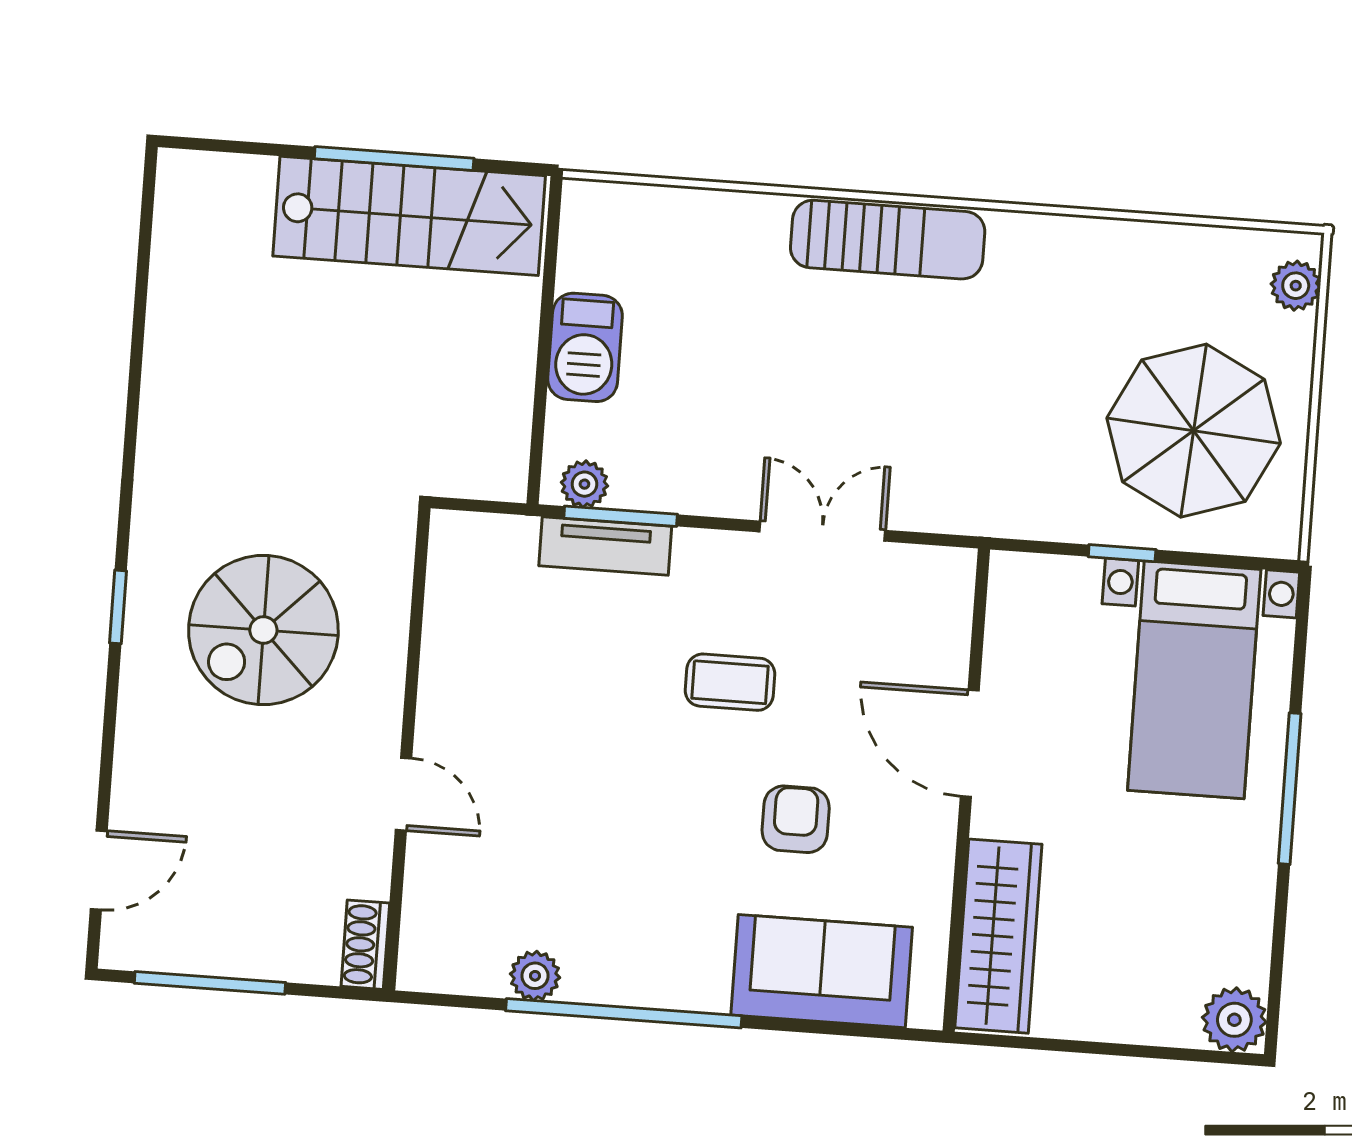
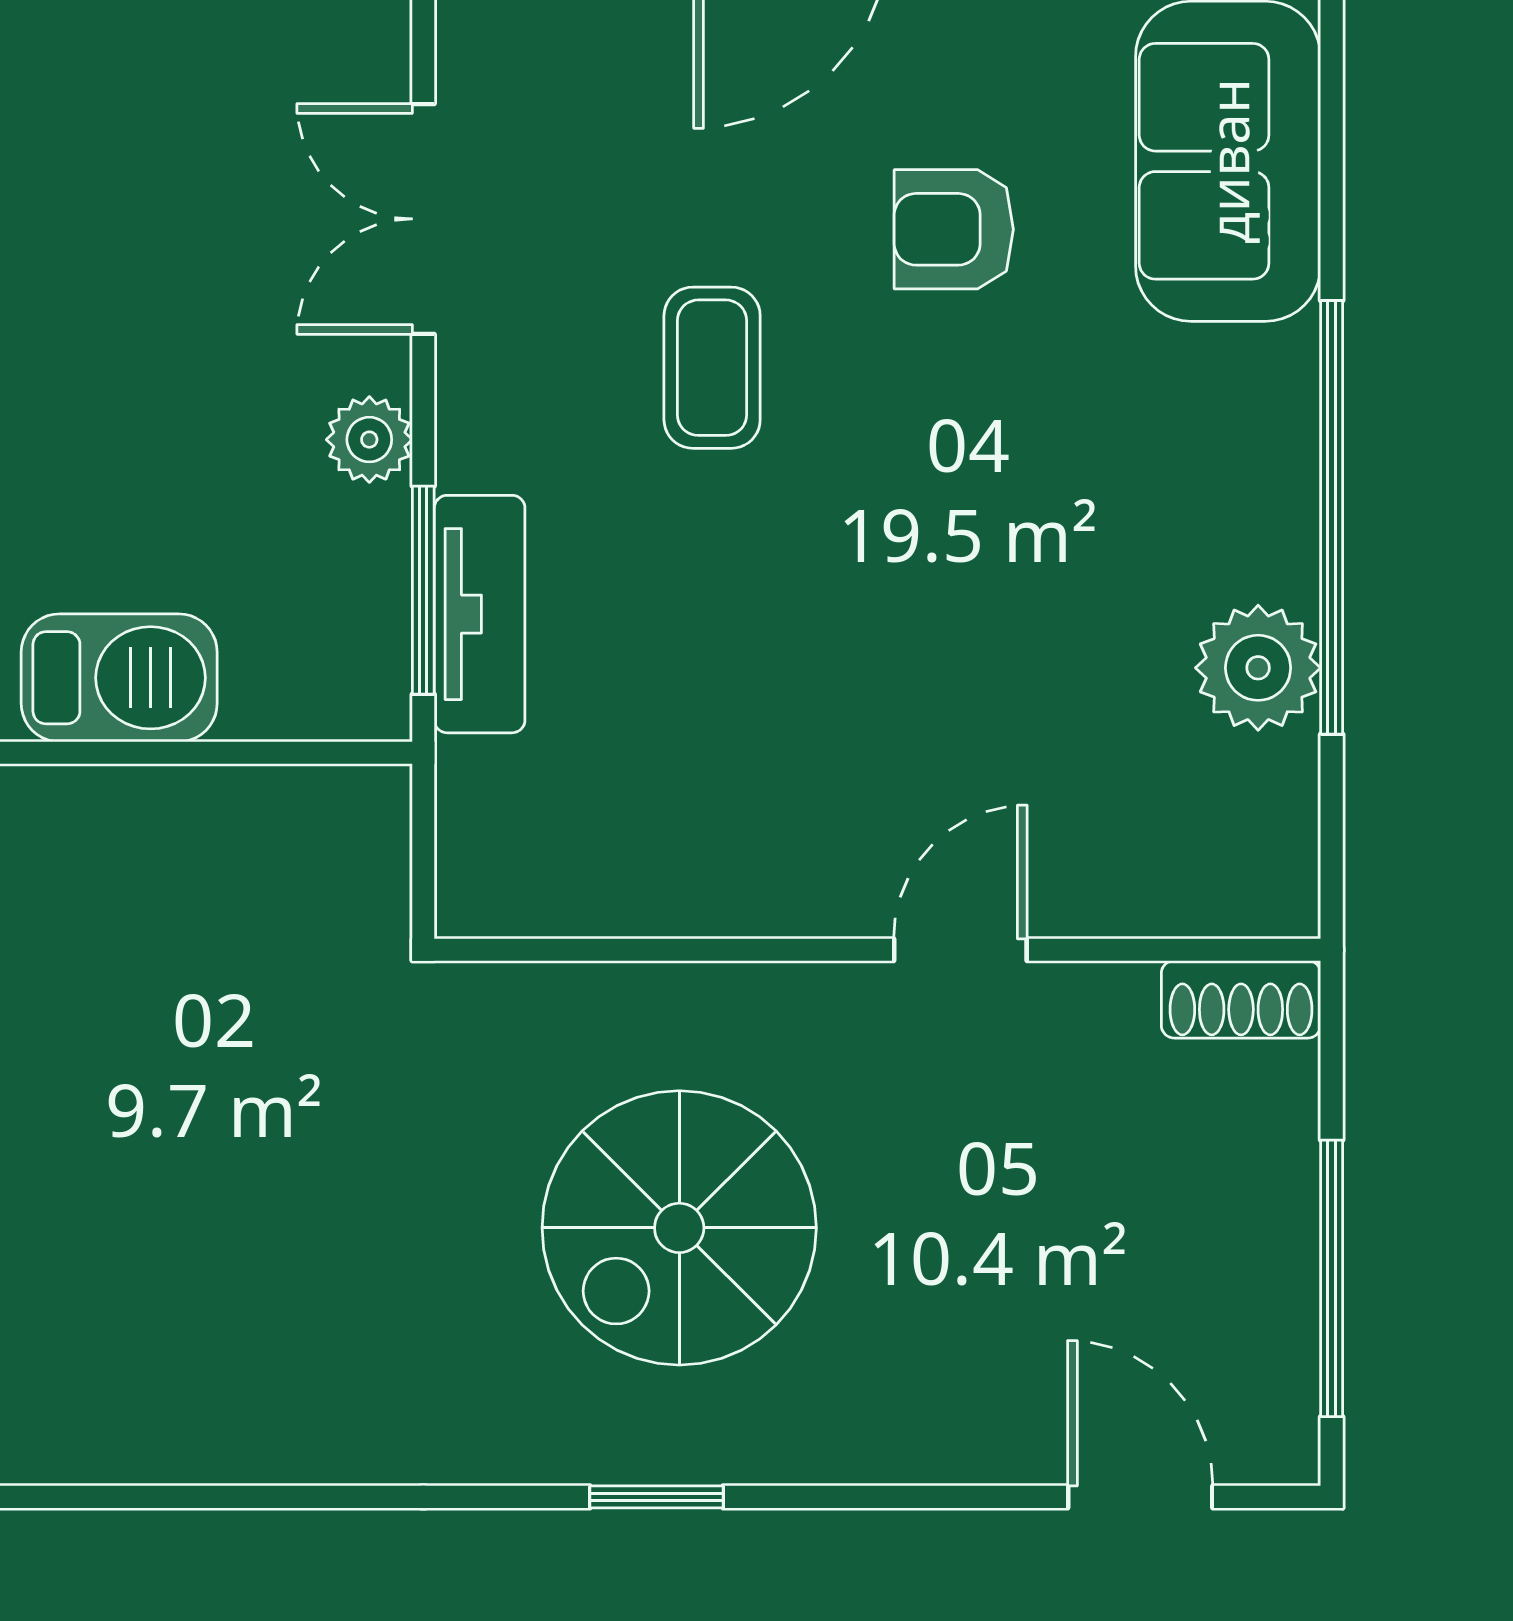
plant: (584, 484) -> (369, 440), moved
spiral stairs: (263, 630) -> (679, 1228), turned 90
plant: (535, 976) -> (1258, 668), width x1.38, depth x1.38

